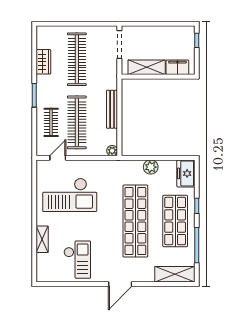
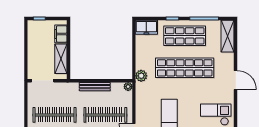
plant: (151, 167) -> (141, 76), moved

